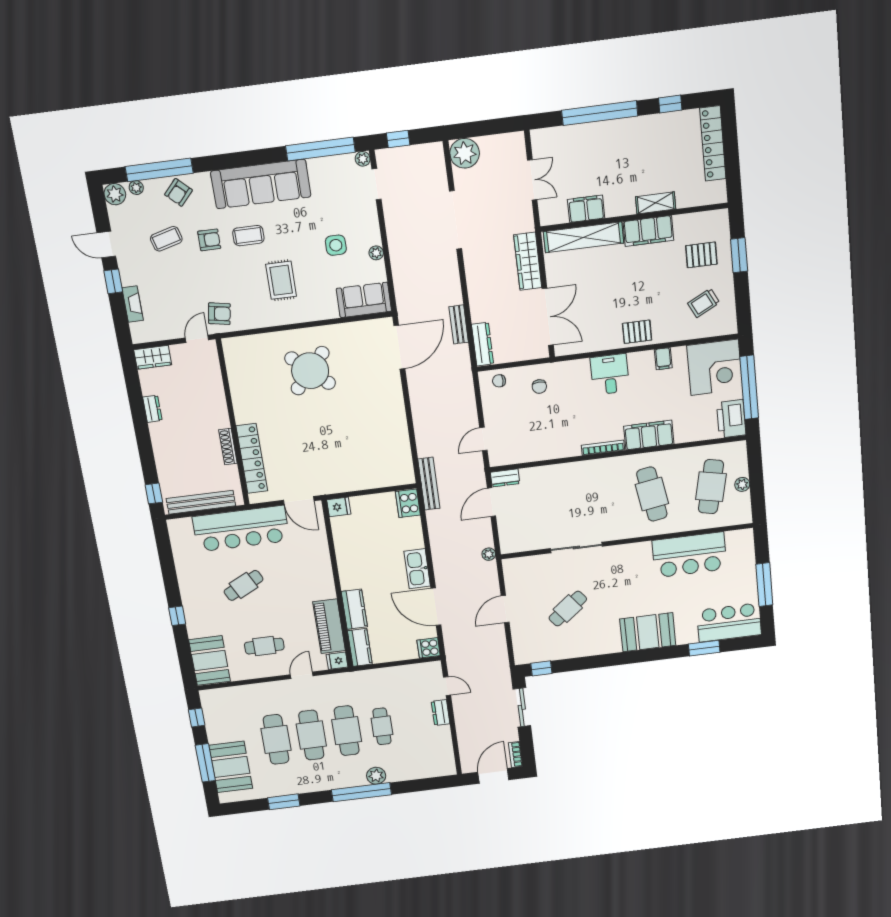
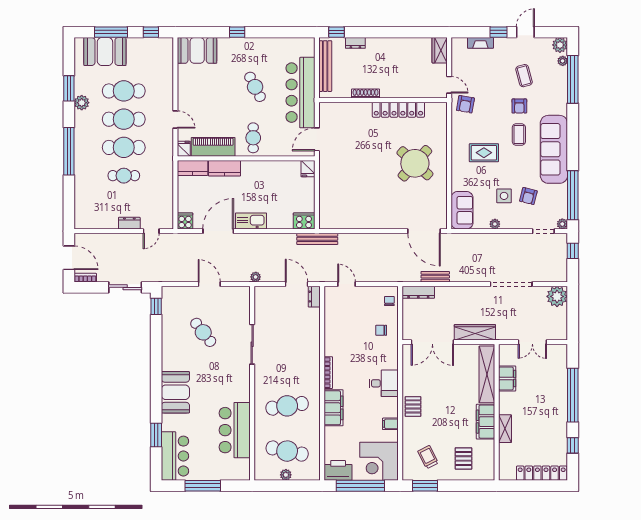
armchair: (178, 192) -> (528, 196), moved, turned -119
window: (739, 255) -> (425, 486), moved
dresser: (152, 409) -> (355, 43), moved
locker: (252, 458) -> (398, 110), moved
cafe table: (264, 646) -> (253, 138), moved
plant: (376, 776) -> (82, 103), moved

